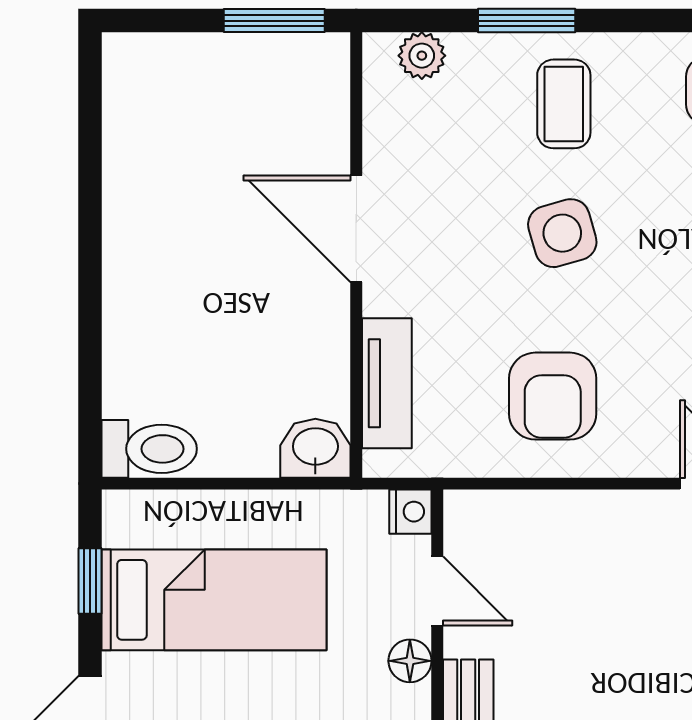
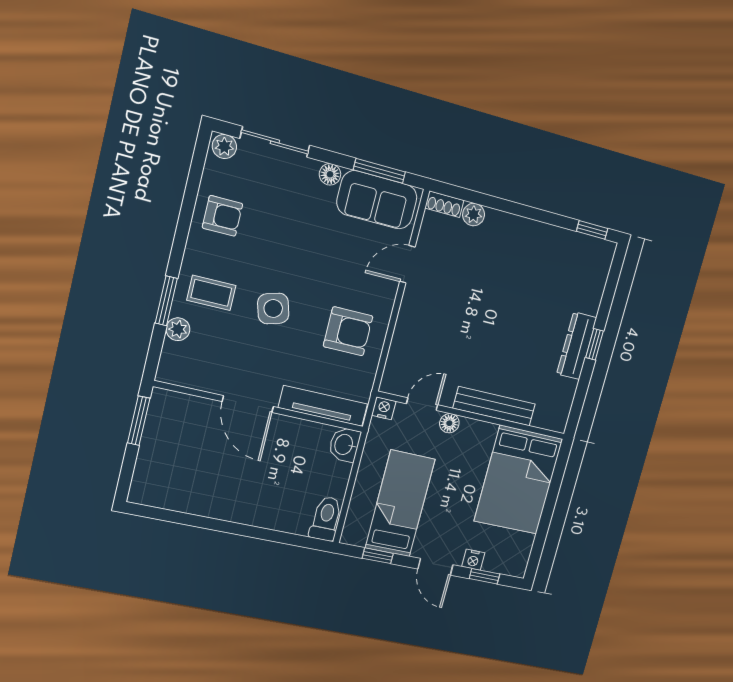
plant: (422, 56) -> (178, 329), moved
door: (356, 229) -> (248, 404), hinge flipped
tv unit: (387, 383) -> (323, 406), width x1.41

